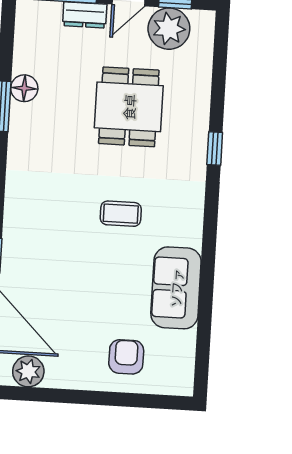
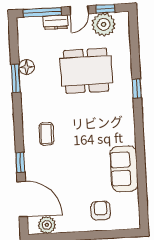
dining table: (129, 107) -> (86, 71), width x1.38
coffee table: (121, 214) -> (46, 134), moved, turned 90

